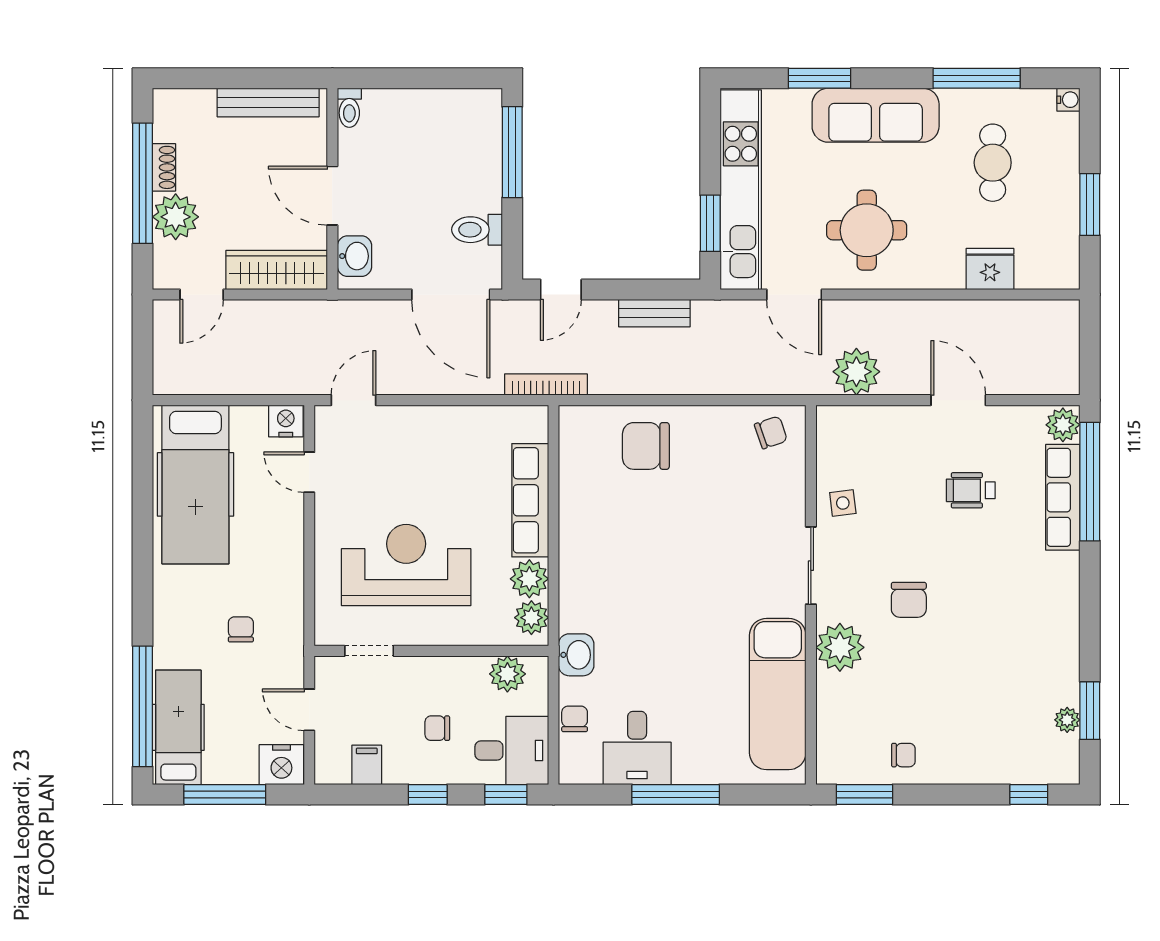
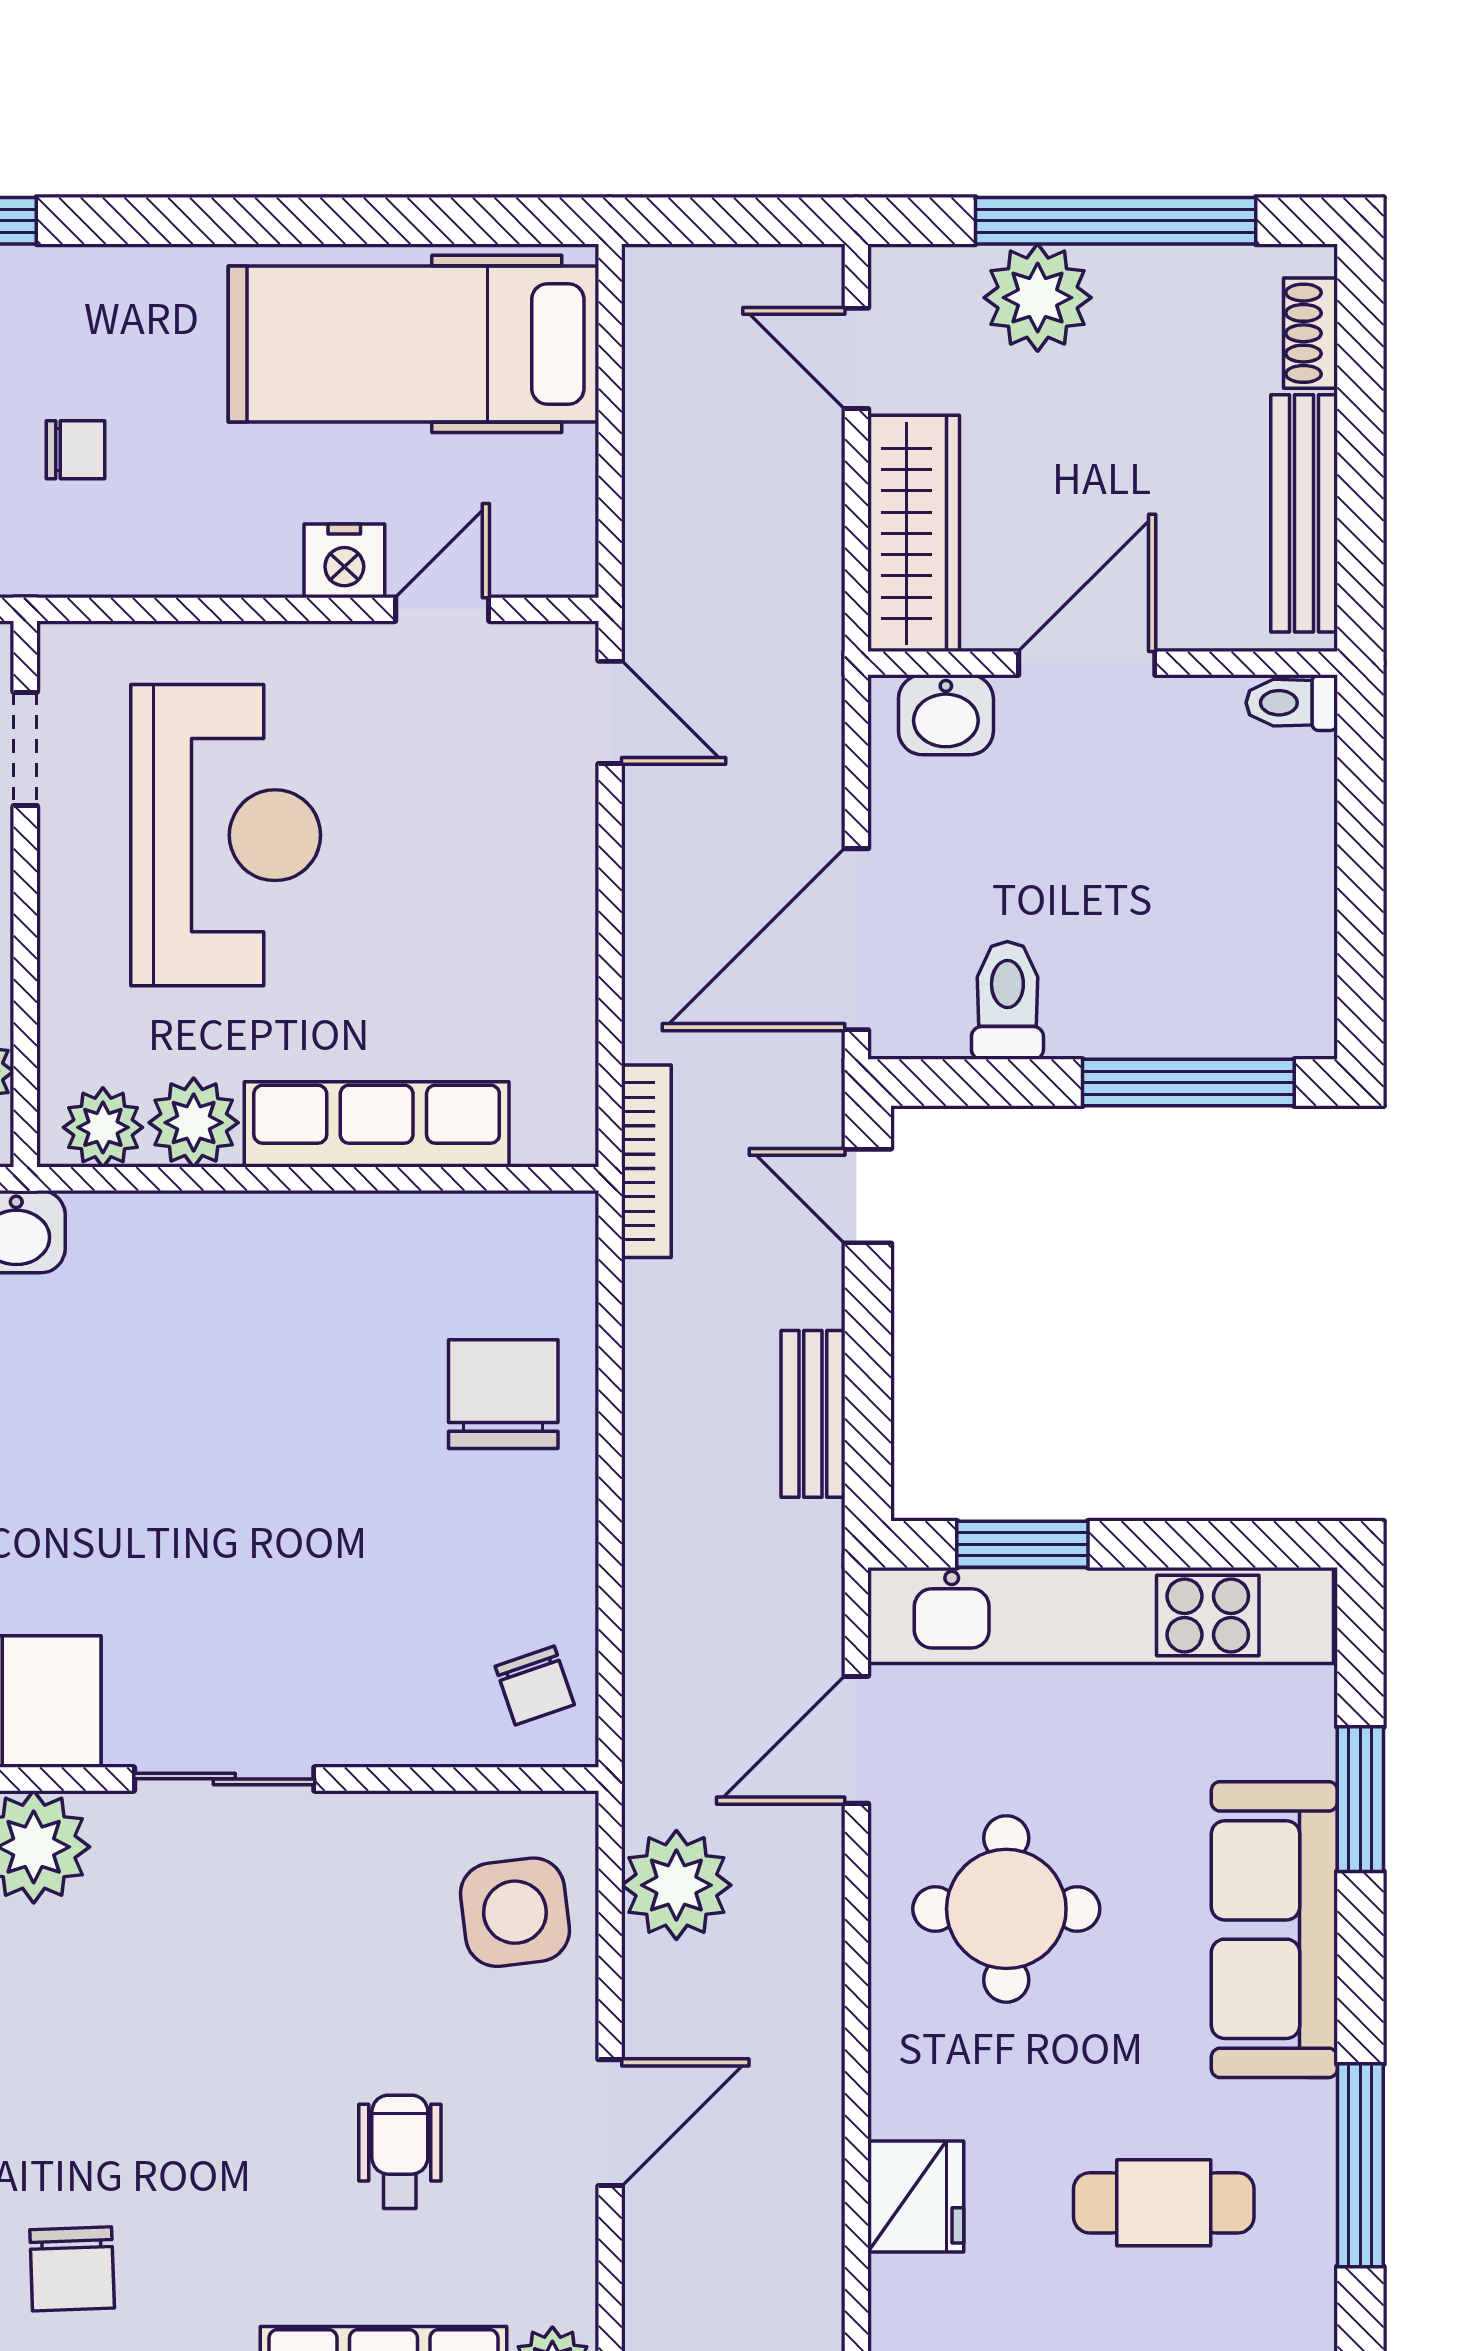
shoe rack: (164, 167) -> (1310, 333), moved, turned 90
nightstand: (286, 421) -> (344, 561), moved, turned 90
side table: (843, 503) -> (515, 1912), moved, width x1.87, depth x1.87
chair: (909, 600) -> (72, 2269), moved, turned -92

